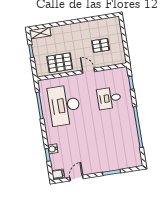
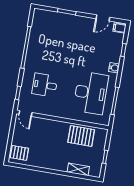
shelving: (40, 33) -> (78, 169), moved
pallet: (101, 45) -> (19, 153), moved
door: (88, 71) -> (25, 113), moved
desk: (109, 98) -> (45, 85), turned 180
water cooler: (53, 149) -> (114, 68), moved

